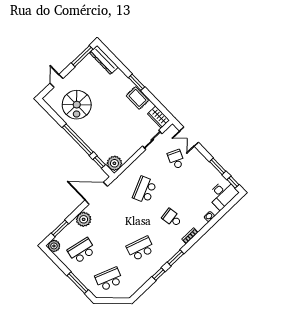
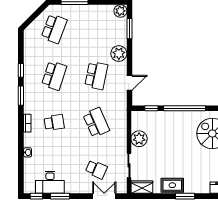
plant: (114, 163) -> (139, 139), moved
door: (96, 193) -> (129, 83), width x0.53
desk: (223, 194) -> (50, 182), moved, turned -90
school desk: (82, 251) -> (96, 76), moved

